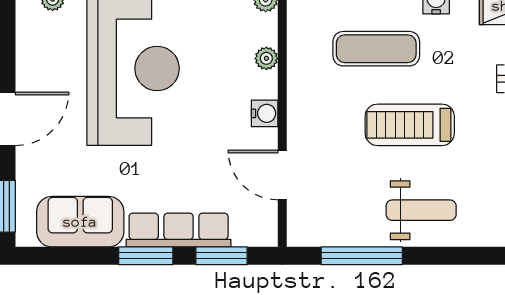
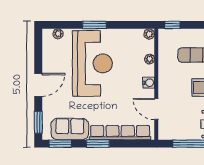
row of seats: (179, 230) -> (120, 133), width x1.36
window: (222, 256) -> (60, 144), moved

